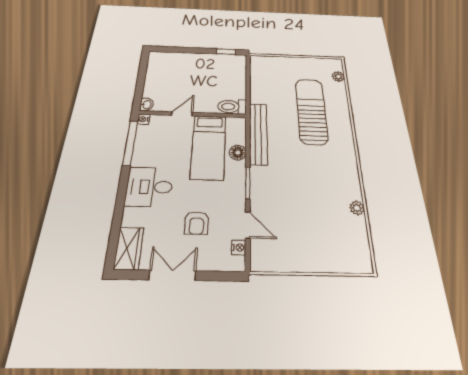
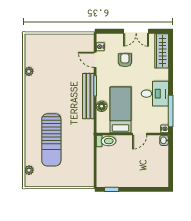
bench: (258, 133) -> (88, 96), moved
desk: (149, 187) -> (155, 94), moved
wardrobe: (129, 248) -> (162, 51), width x1.50

